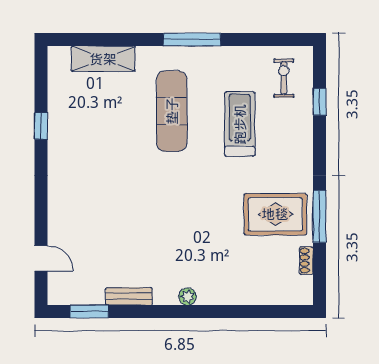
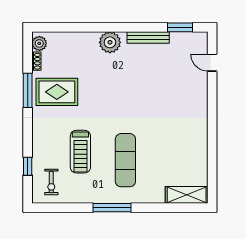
shelving: (103, 59) -> (187, 195), moved
window: (41, 126) -> (212, 150), removed
plant: (302, 287) -> (39, 43), added
bench: (129, 296) -> (148, 37), width x1.36
plant: (188, 297) -> (110, 42), width x1.88, depth x1.88

